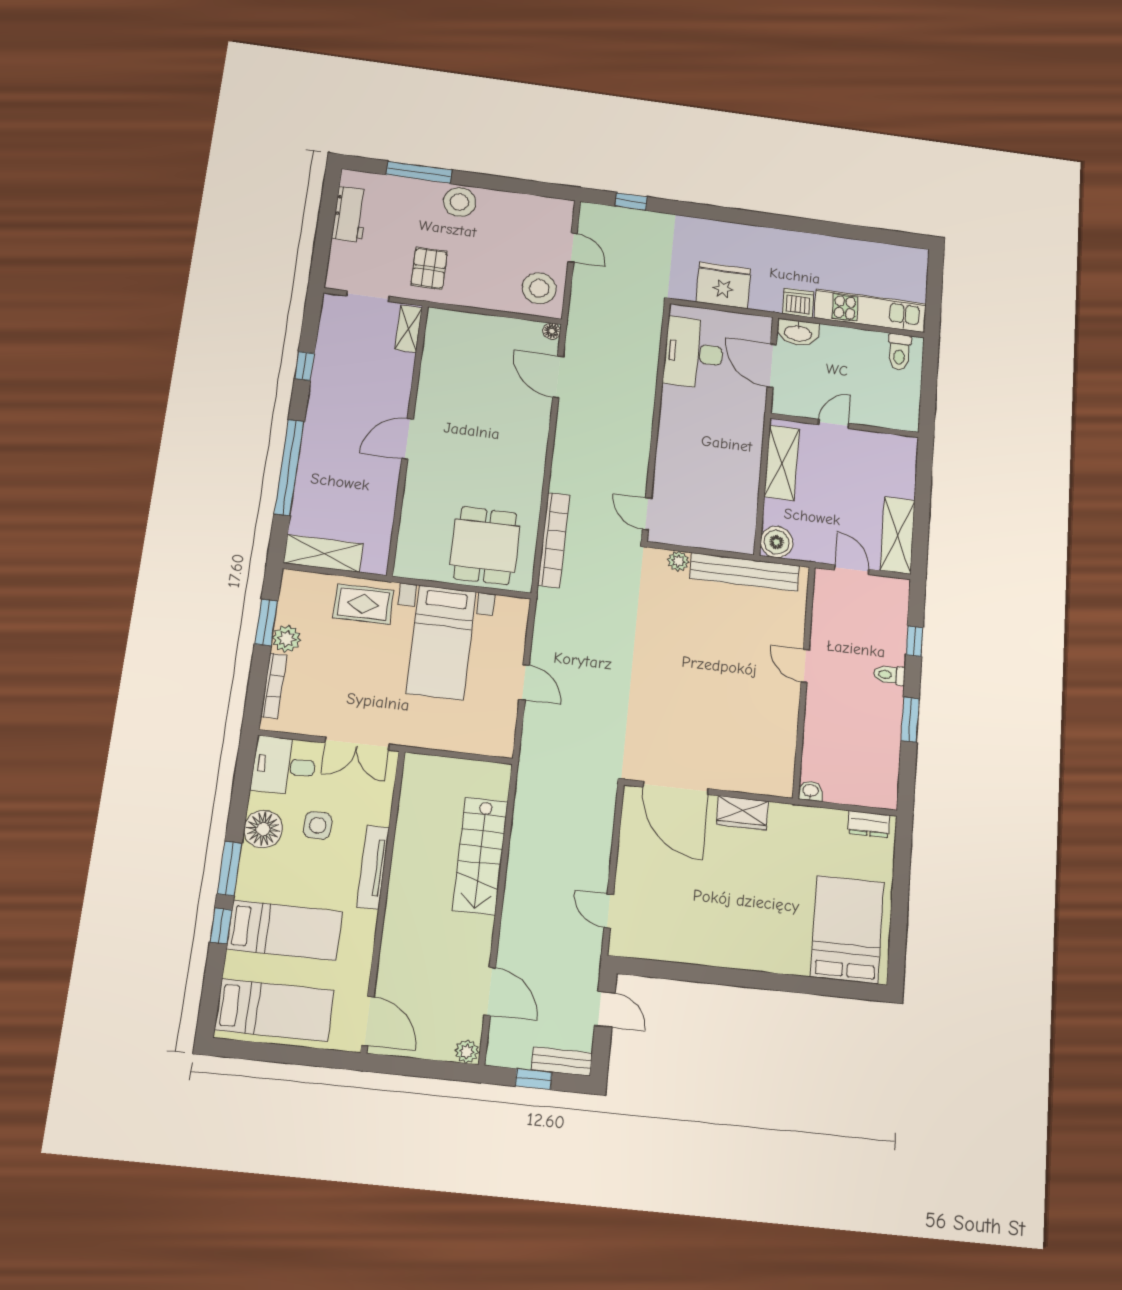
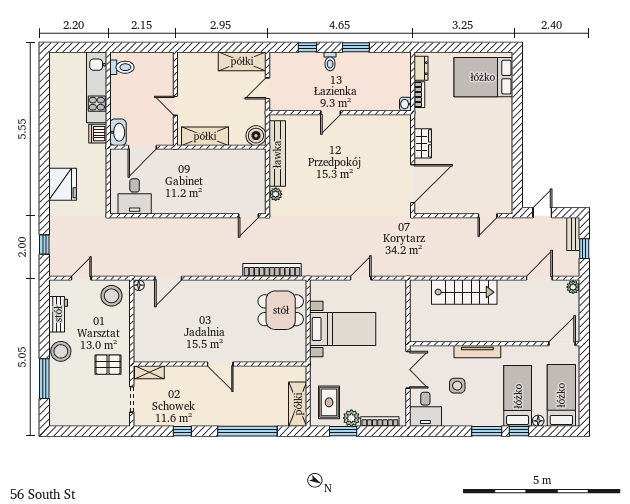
workbench: (350, 214) -> (58, 314), moved, turned 90
fridge: (723, 285) -> (63, 184), moved, turned 180
desk: (693, 353) -> (135, 196), width x0.73
rug: (363, 604) -> (329, 402), moved
bookcase: (825, 816) -> (419, 95), added
floor lamp: (263, 829) -> (538, 421), moved, width x0.53, depth x0.53

